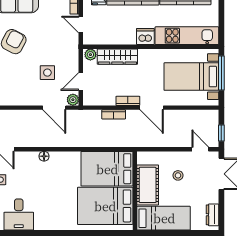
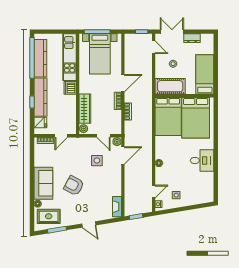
door: (200, 149) -> (154, 47), swing flipped
cot: (148, 185) -> (170, 86), moved
desk: (19, 215) -> (202, 161), moved
dresser: (212, 215) -> (192, 38), moved

